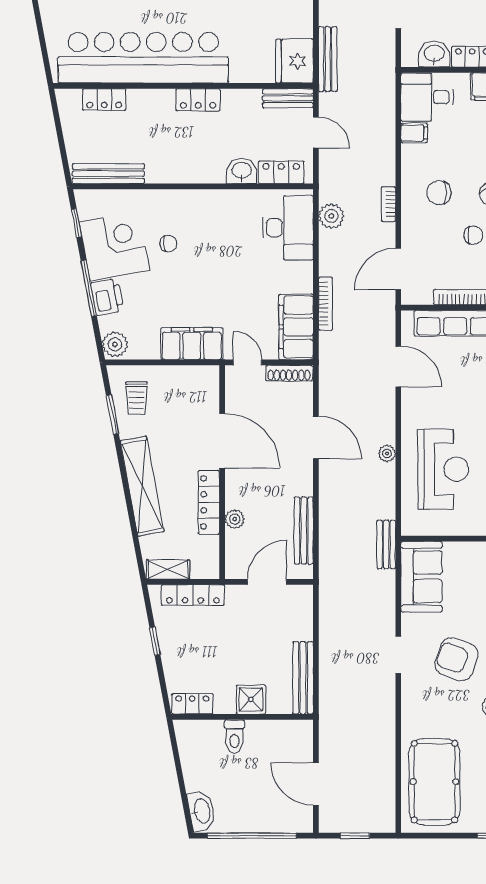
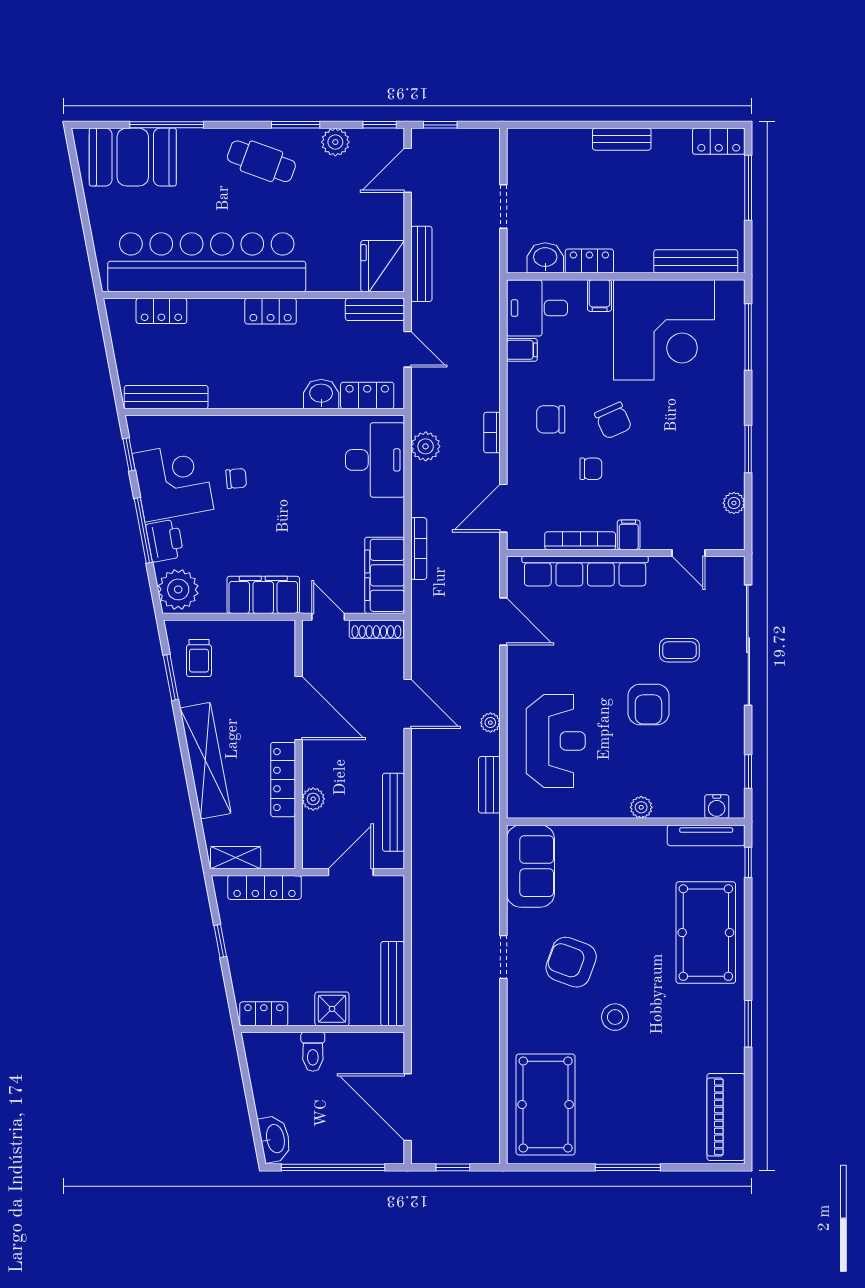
plant: (115, 344) -> (178, 589), width x1.36, depth x1.36
bench: (386, 544) -> (489, 785), moved
door: (316, 784) -> (408, 1107), width x1.36

